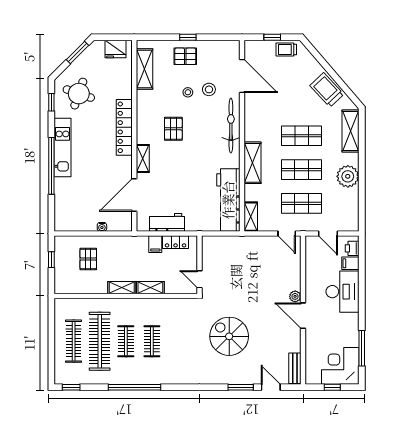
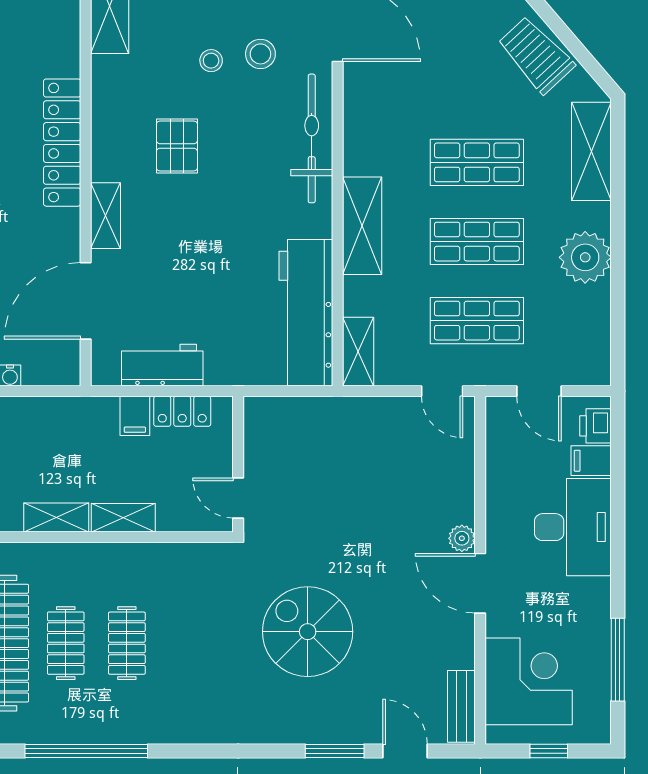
corner desk: (340, 366) -> (529, 681), moved, turned 90

